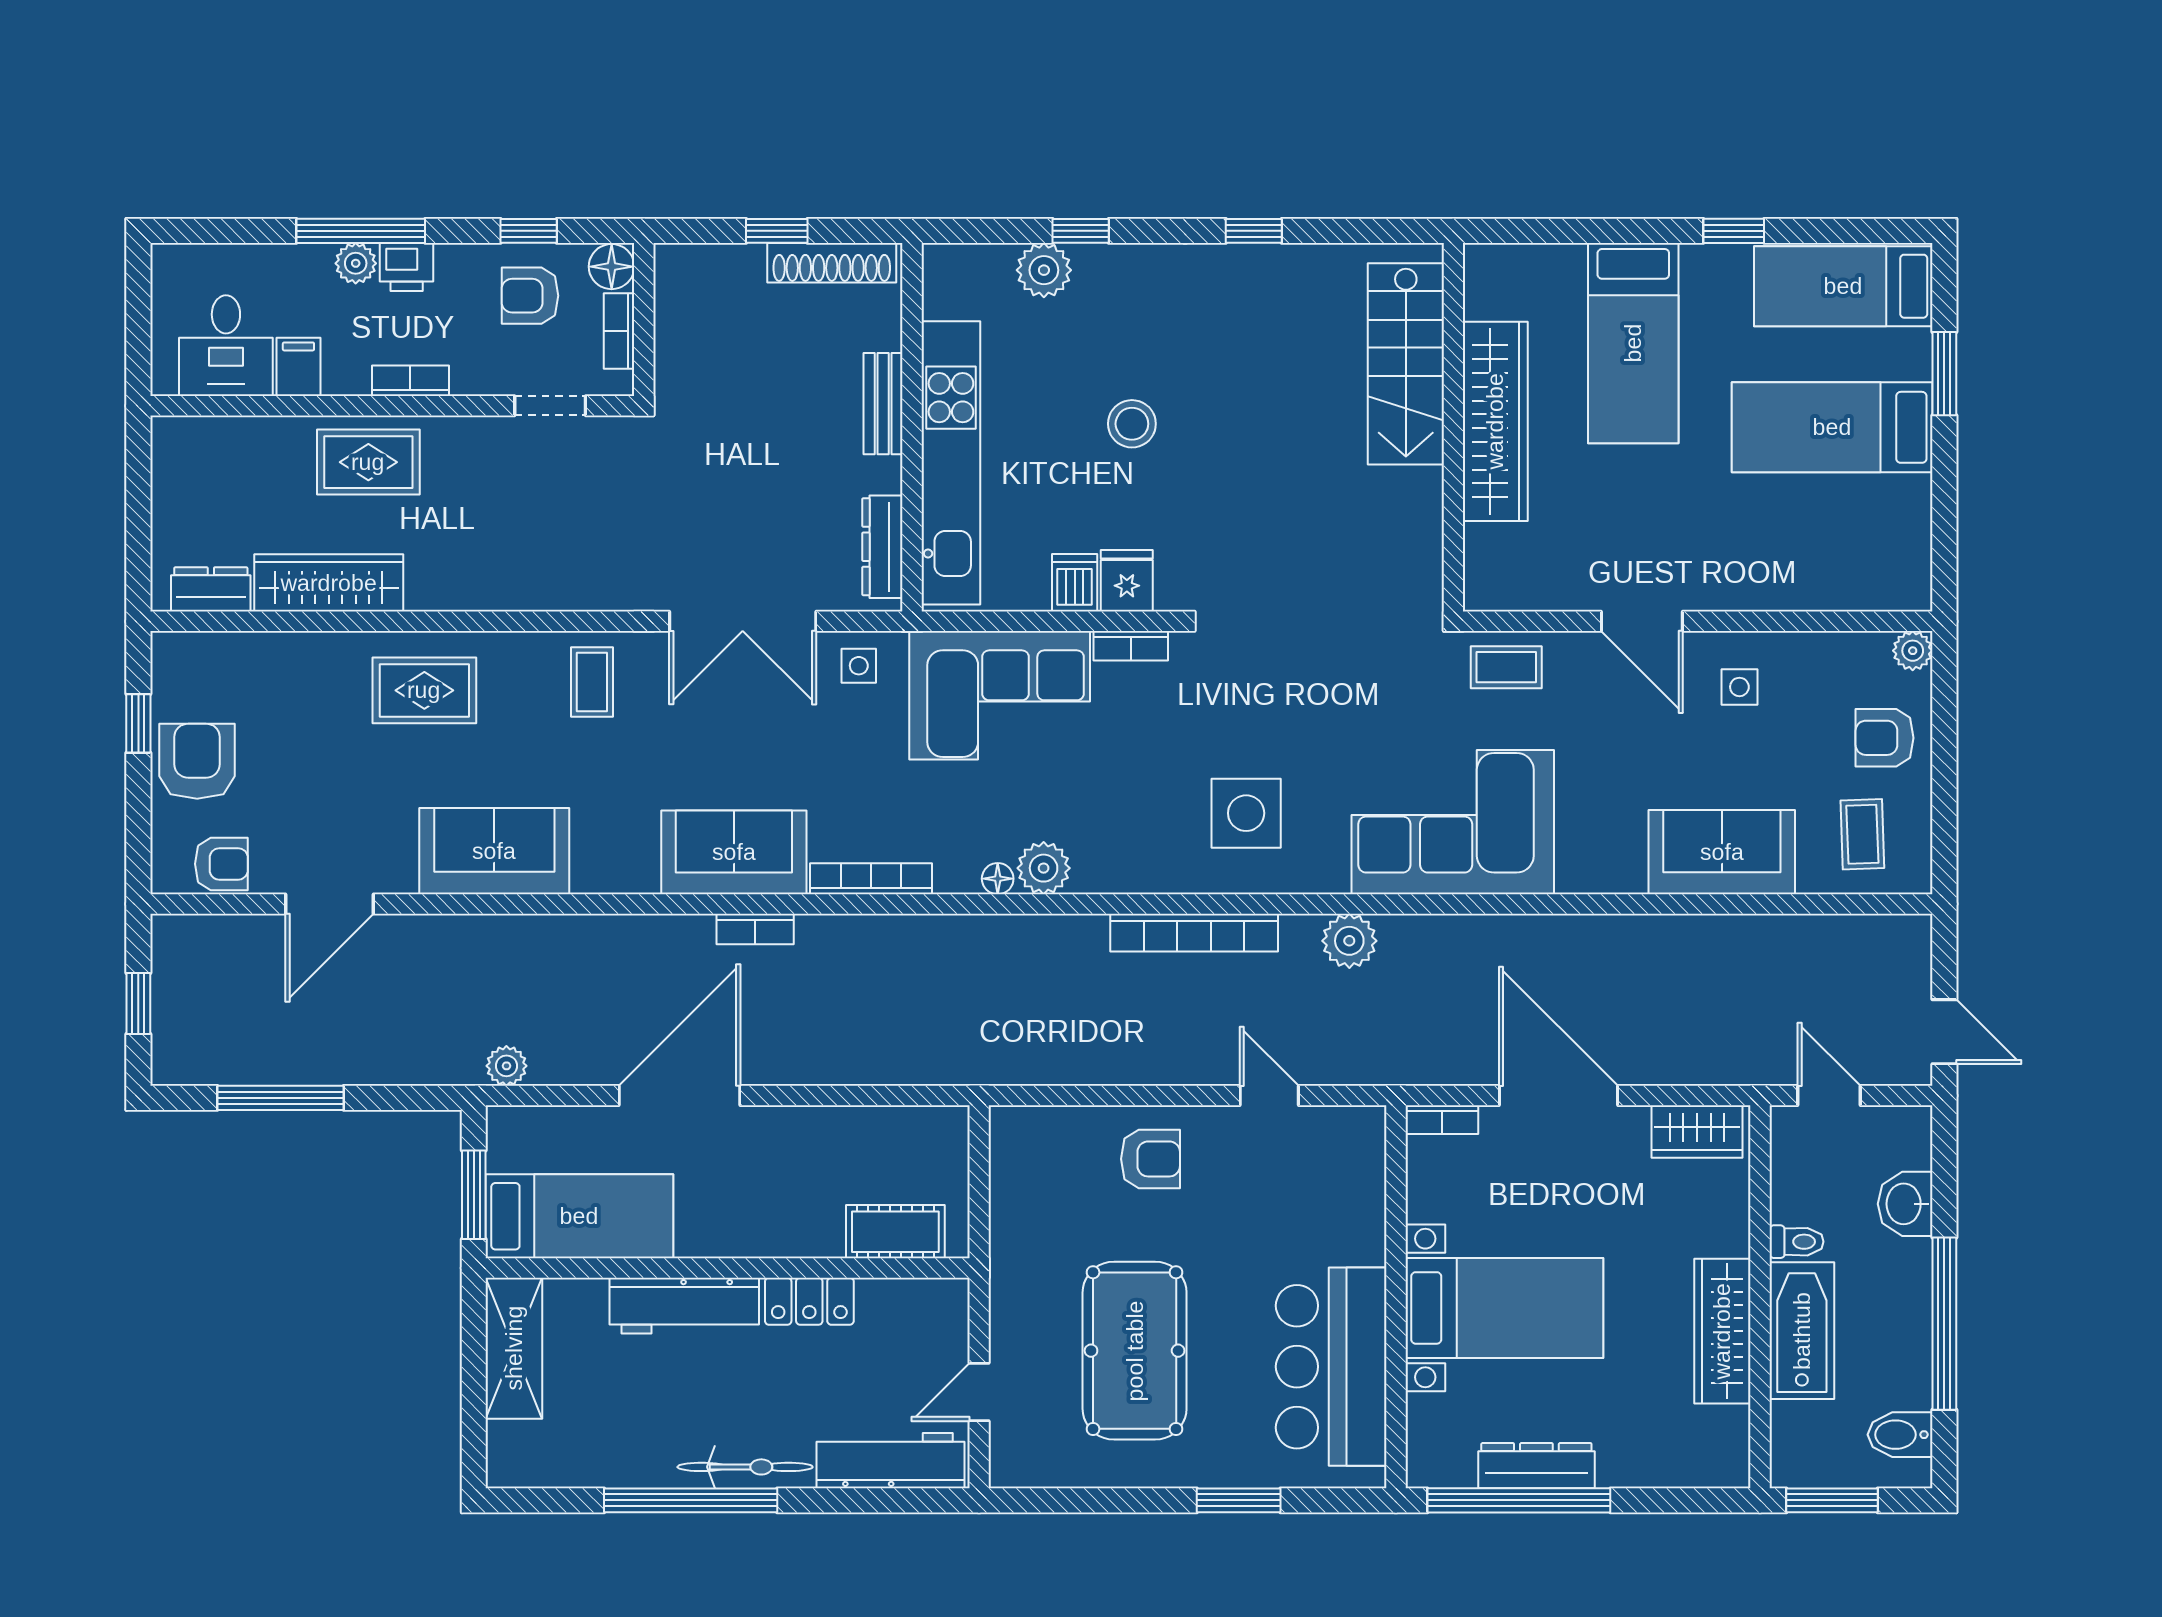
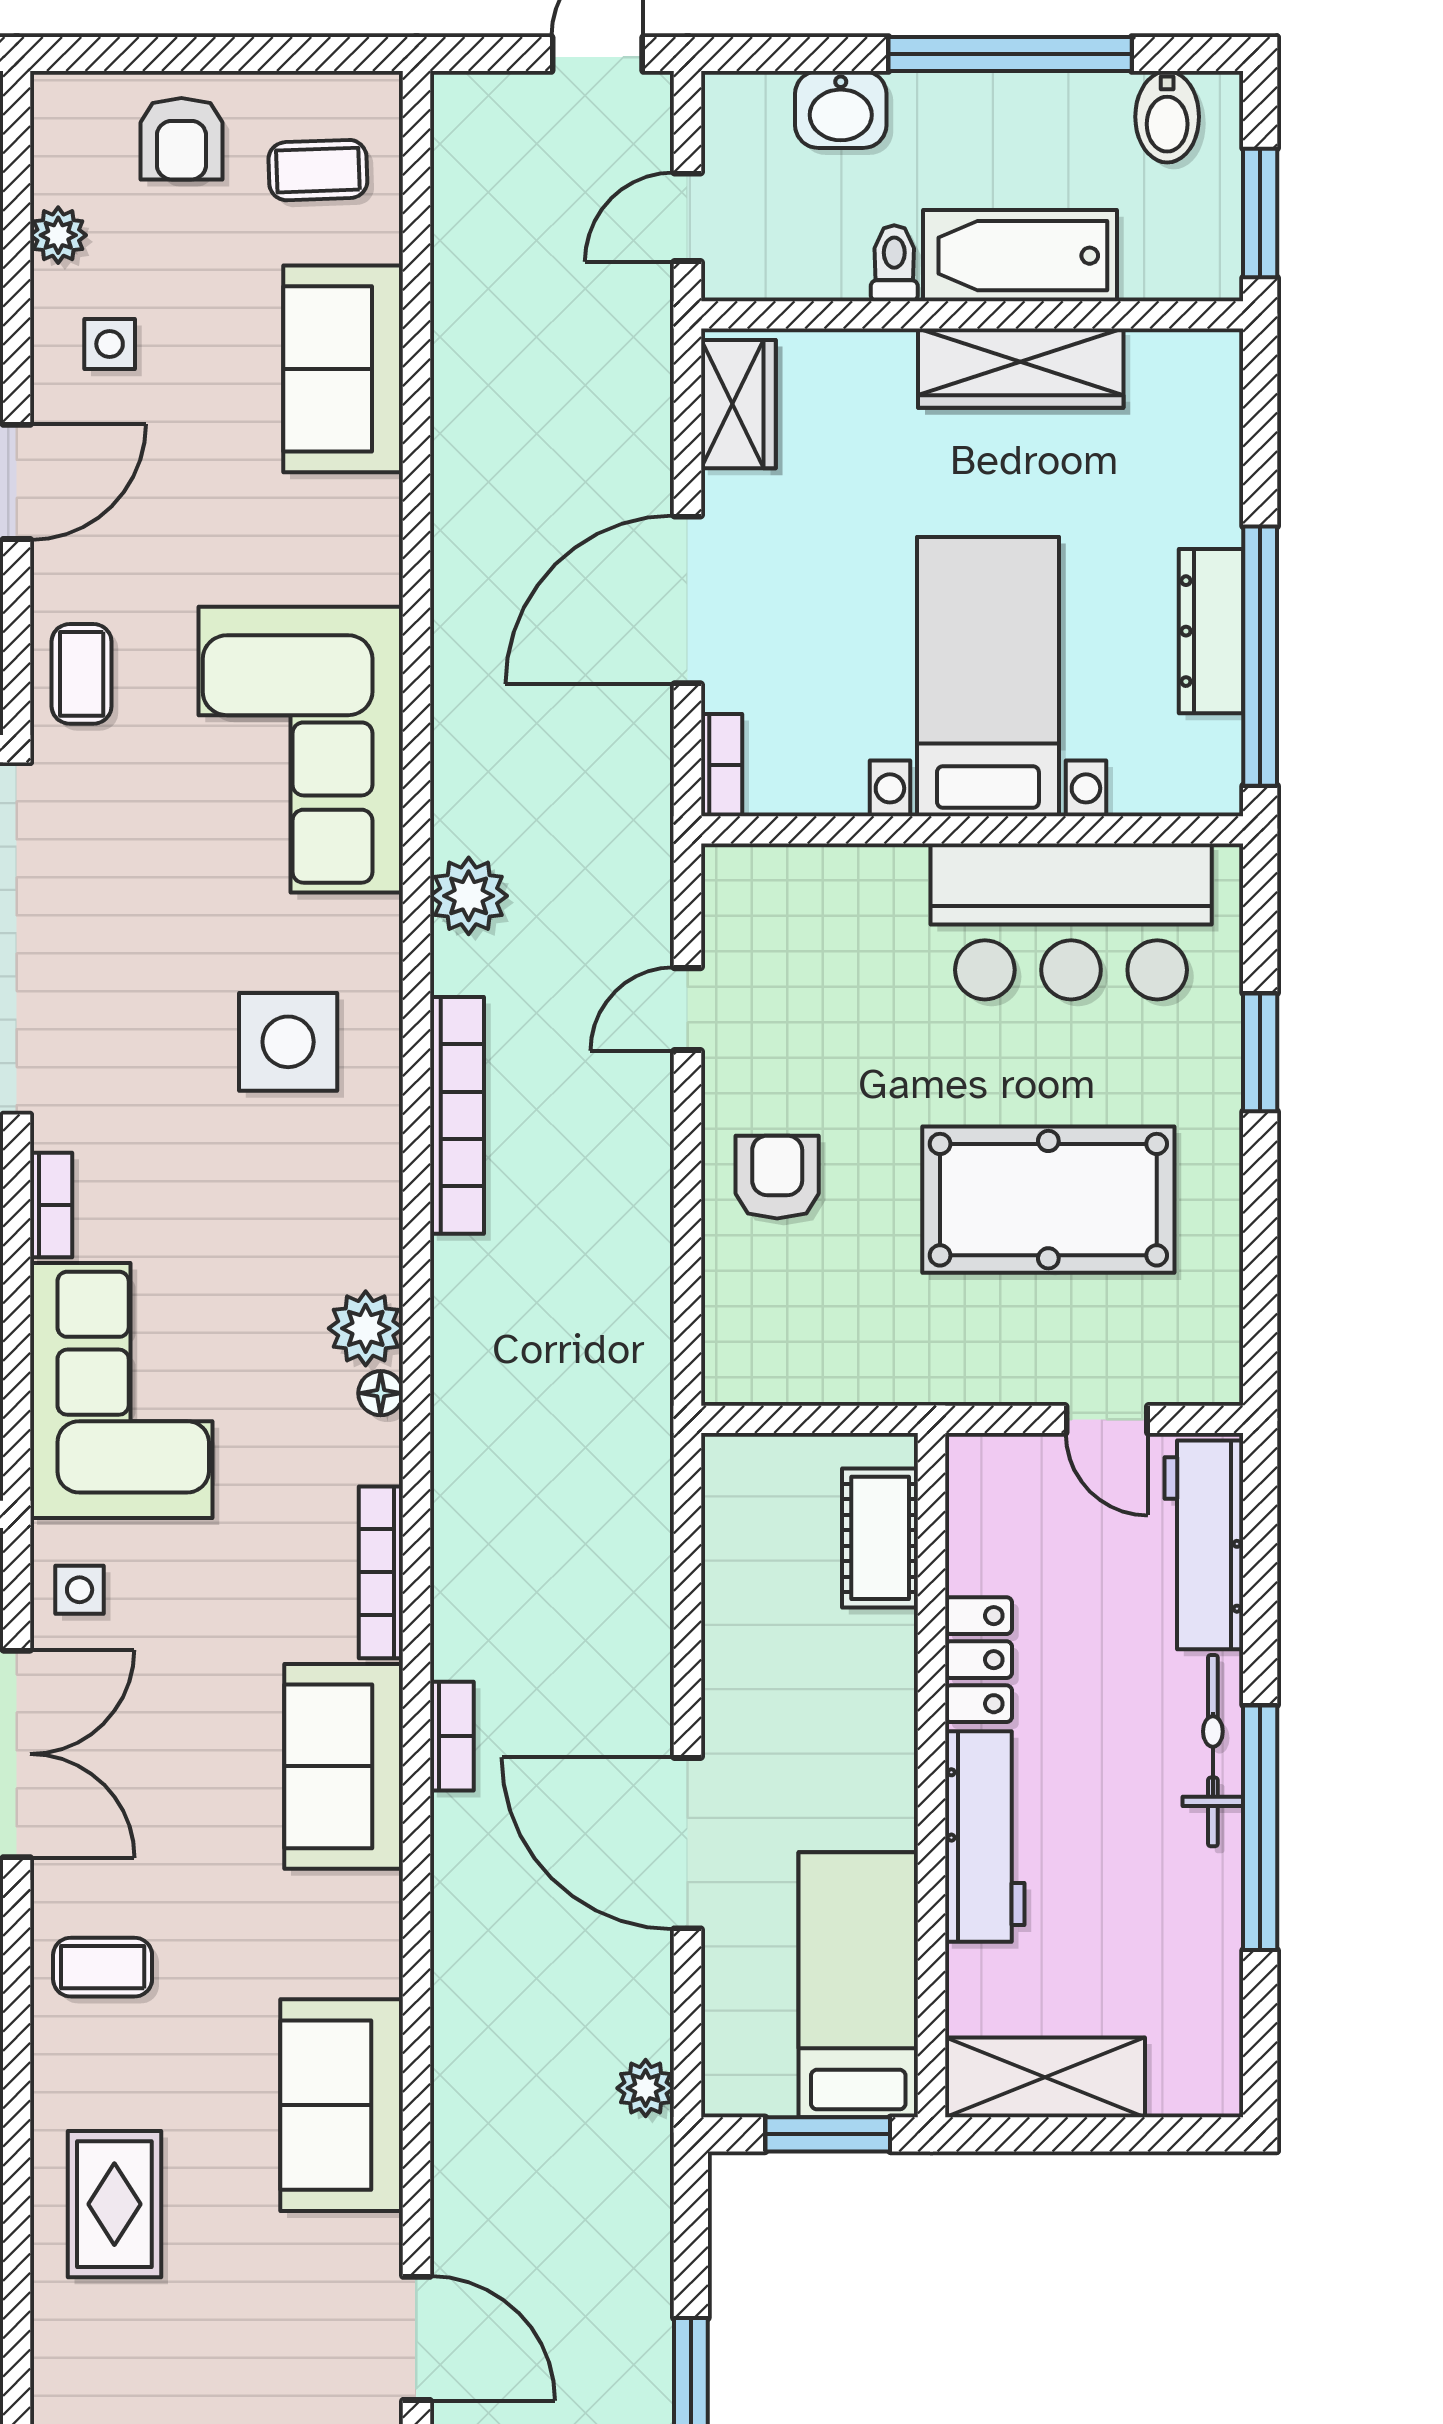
plant: (1913, 651) -> (58, 235), moved

